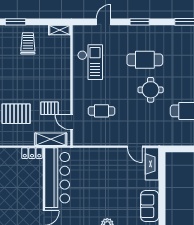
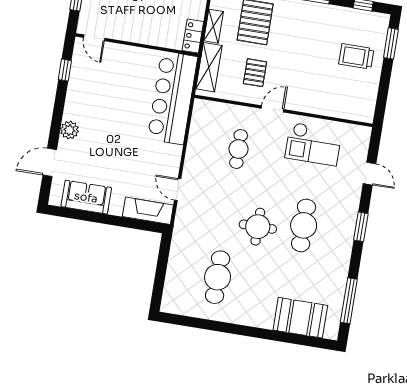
shelving: (60, 30) -> (213, 26), moved
trolley: (28, 43) -> (356, 56), turned 180
door: (71, 122) -> (272, 109), moved
door: (135, 147) -> (178, 190), hinge flipped
bar counter: (57, 178) -> (172, 98), moved, turned 90

